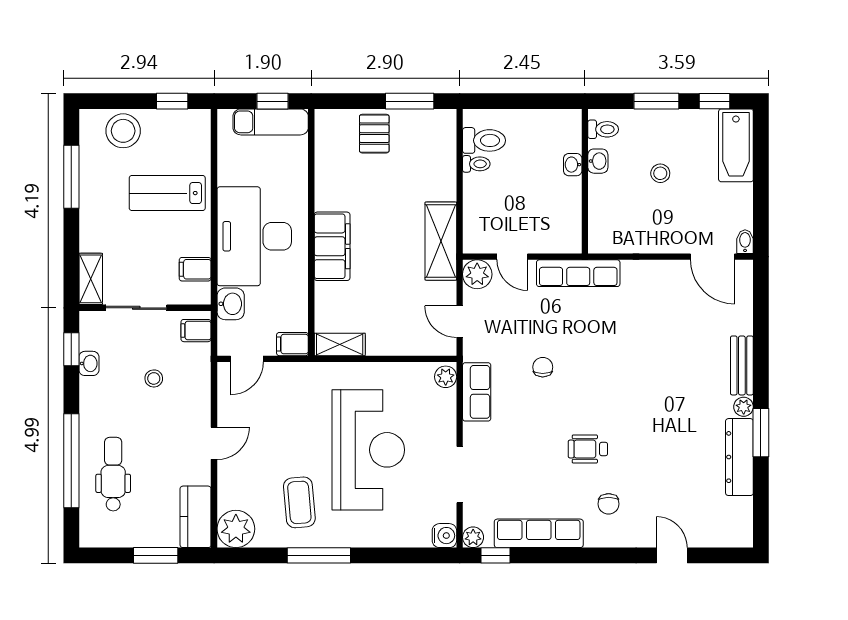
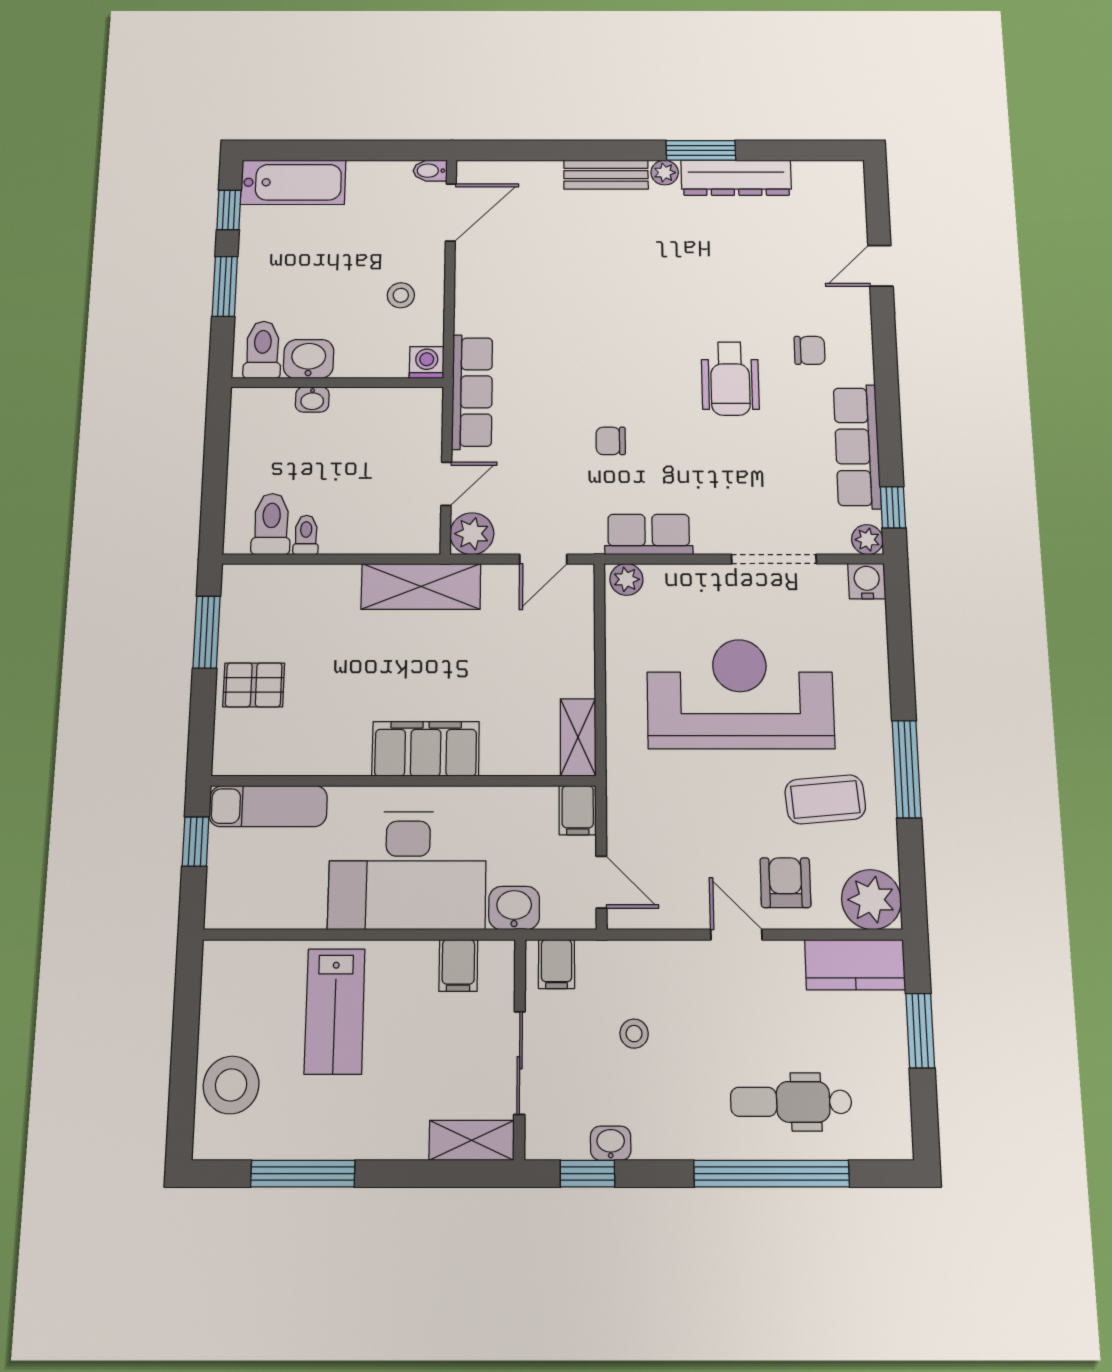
window: (172, 101) -> (187, 1003), removed
exam couch: (271, 122) -> (268, 806), moved, turned 90
toilet: (603, 129) -> (263, 350), width x1.37, depth x1.39
washbasin: (598, 161) -> (309, 359), width x1.38, depth x1.45
stool: (660, 173) -> (401, 295), moved
washing machine: (600, 242) -> (427, 362), added
wheelchair: (588, 449) -> (730, 378), width x1.36, depth x1.37
armchair: (246, 475) -> (785, 883), added

